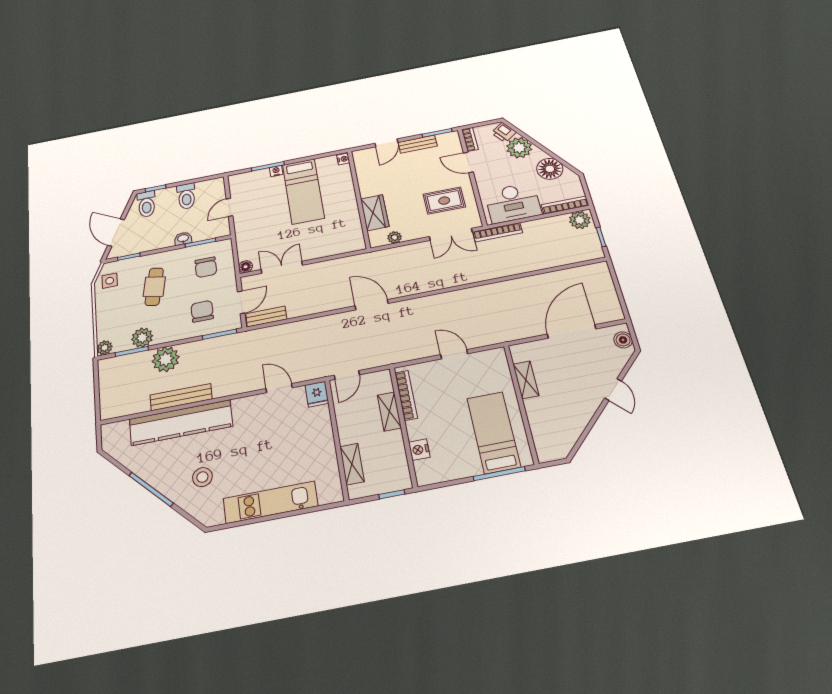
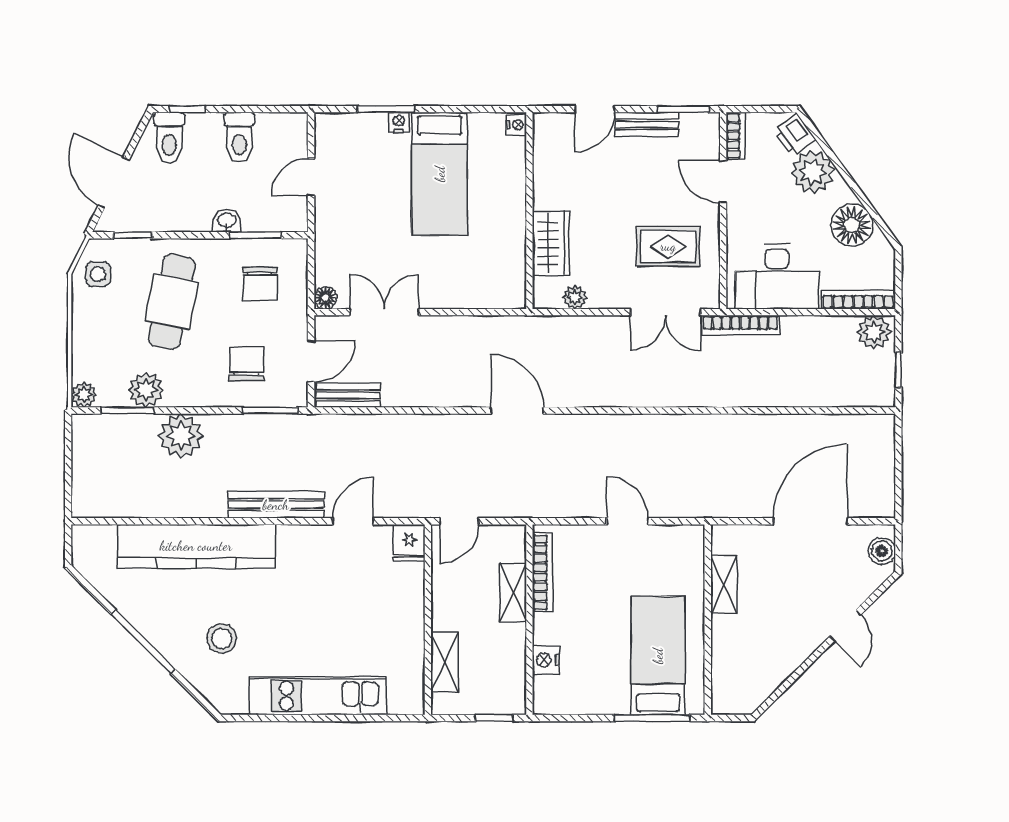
cafe table: (154, 287) -> (172, 302), width x1.37, depth x1.35
door: (279, 388) -> (353, 521), hinge flipped
bench: (181, 397) -> (276, 505), moved

